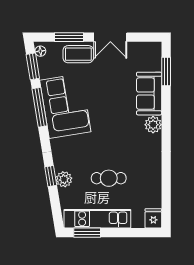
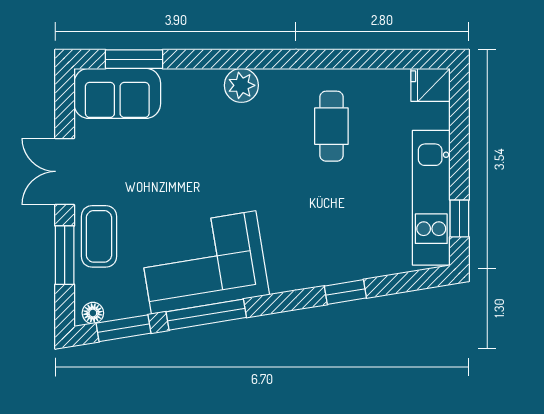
double door: (110, 37) -> (65, 171), swing flipped
sofa: (149, 94) -> (117, 93), moved
cafe table: (109, 178) -> (331, 126), moved
plant: (64, 179) -> (352, 265), removed
window: (87, 233) -> (459, 219), width x0.67

